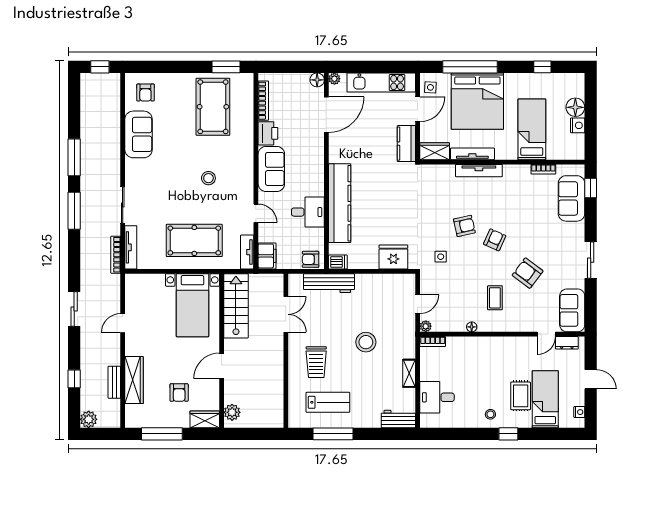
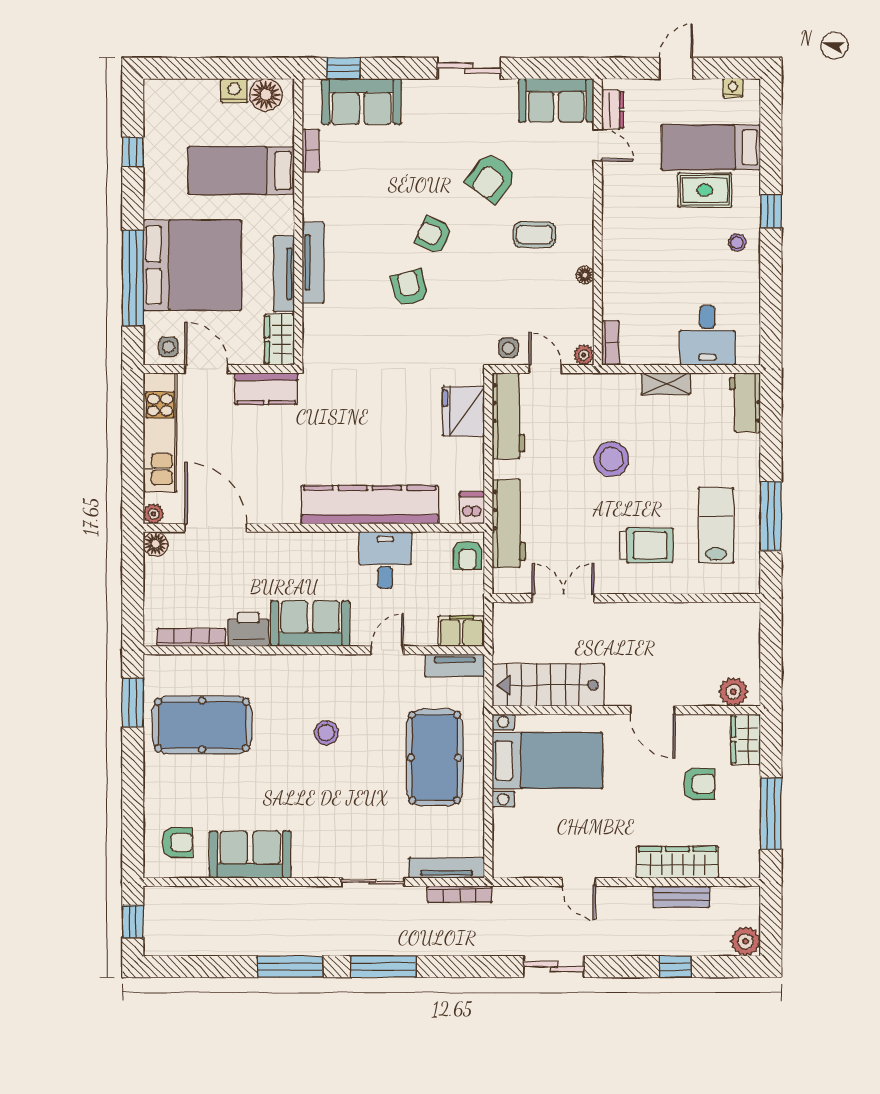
floor lamp: (575, 107) -> (266, 95), moved
side table: (441, 257) -> (508, 348), moved
workbench: (391, 283) -> (508, 416), added

